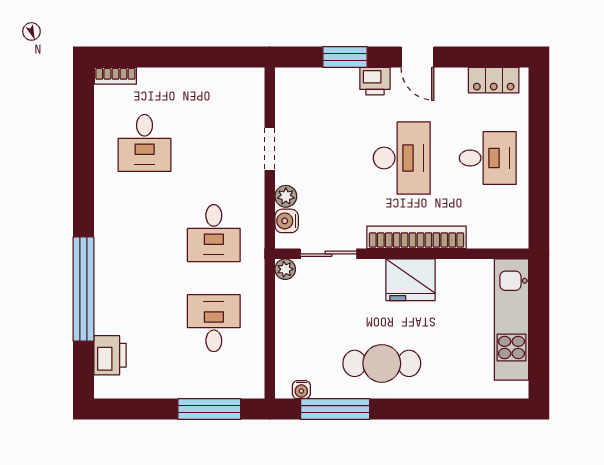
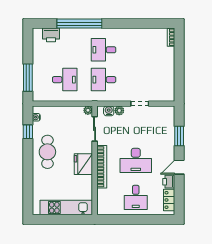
printer: (375, 81) -> (169, 182), moved
desk: (145, 143) -> (103, 50), moved
window: (335, 409) -> (28, 132), width x0.46

